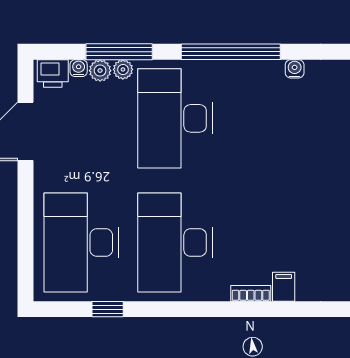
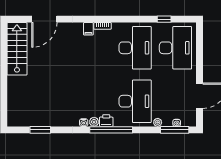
window: (119, 52) -> (175, 130), moved
plant: (100, 71) -> (94, 122), moved
printer: (53, 73) -> (106, 121), moved

